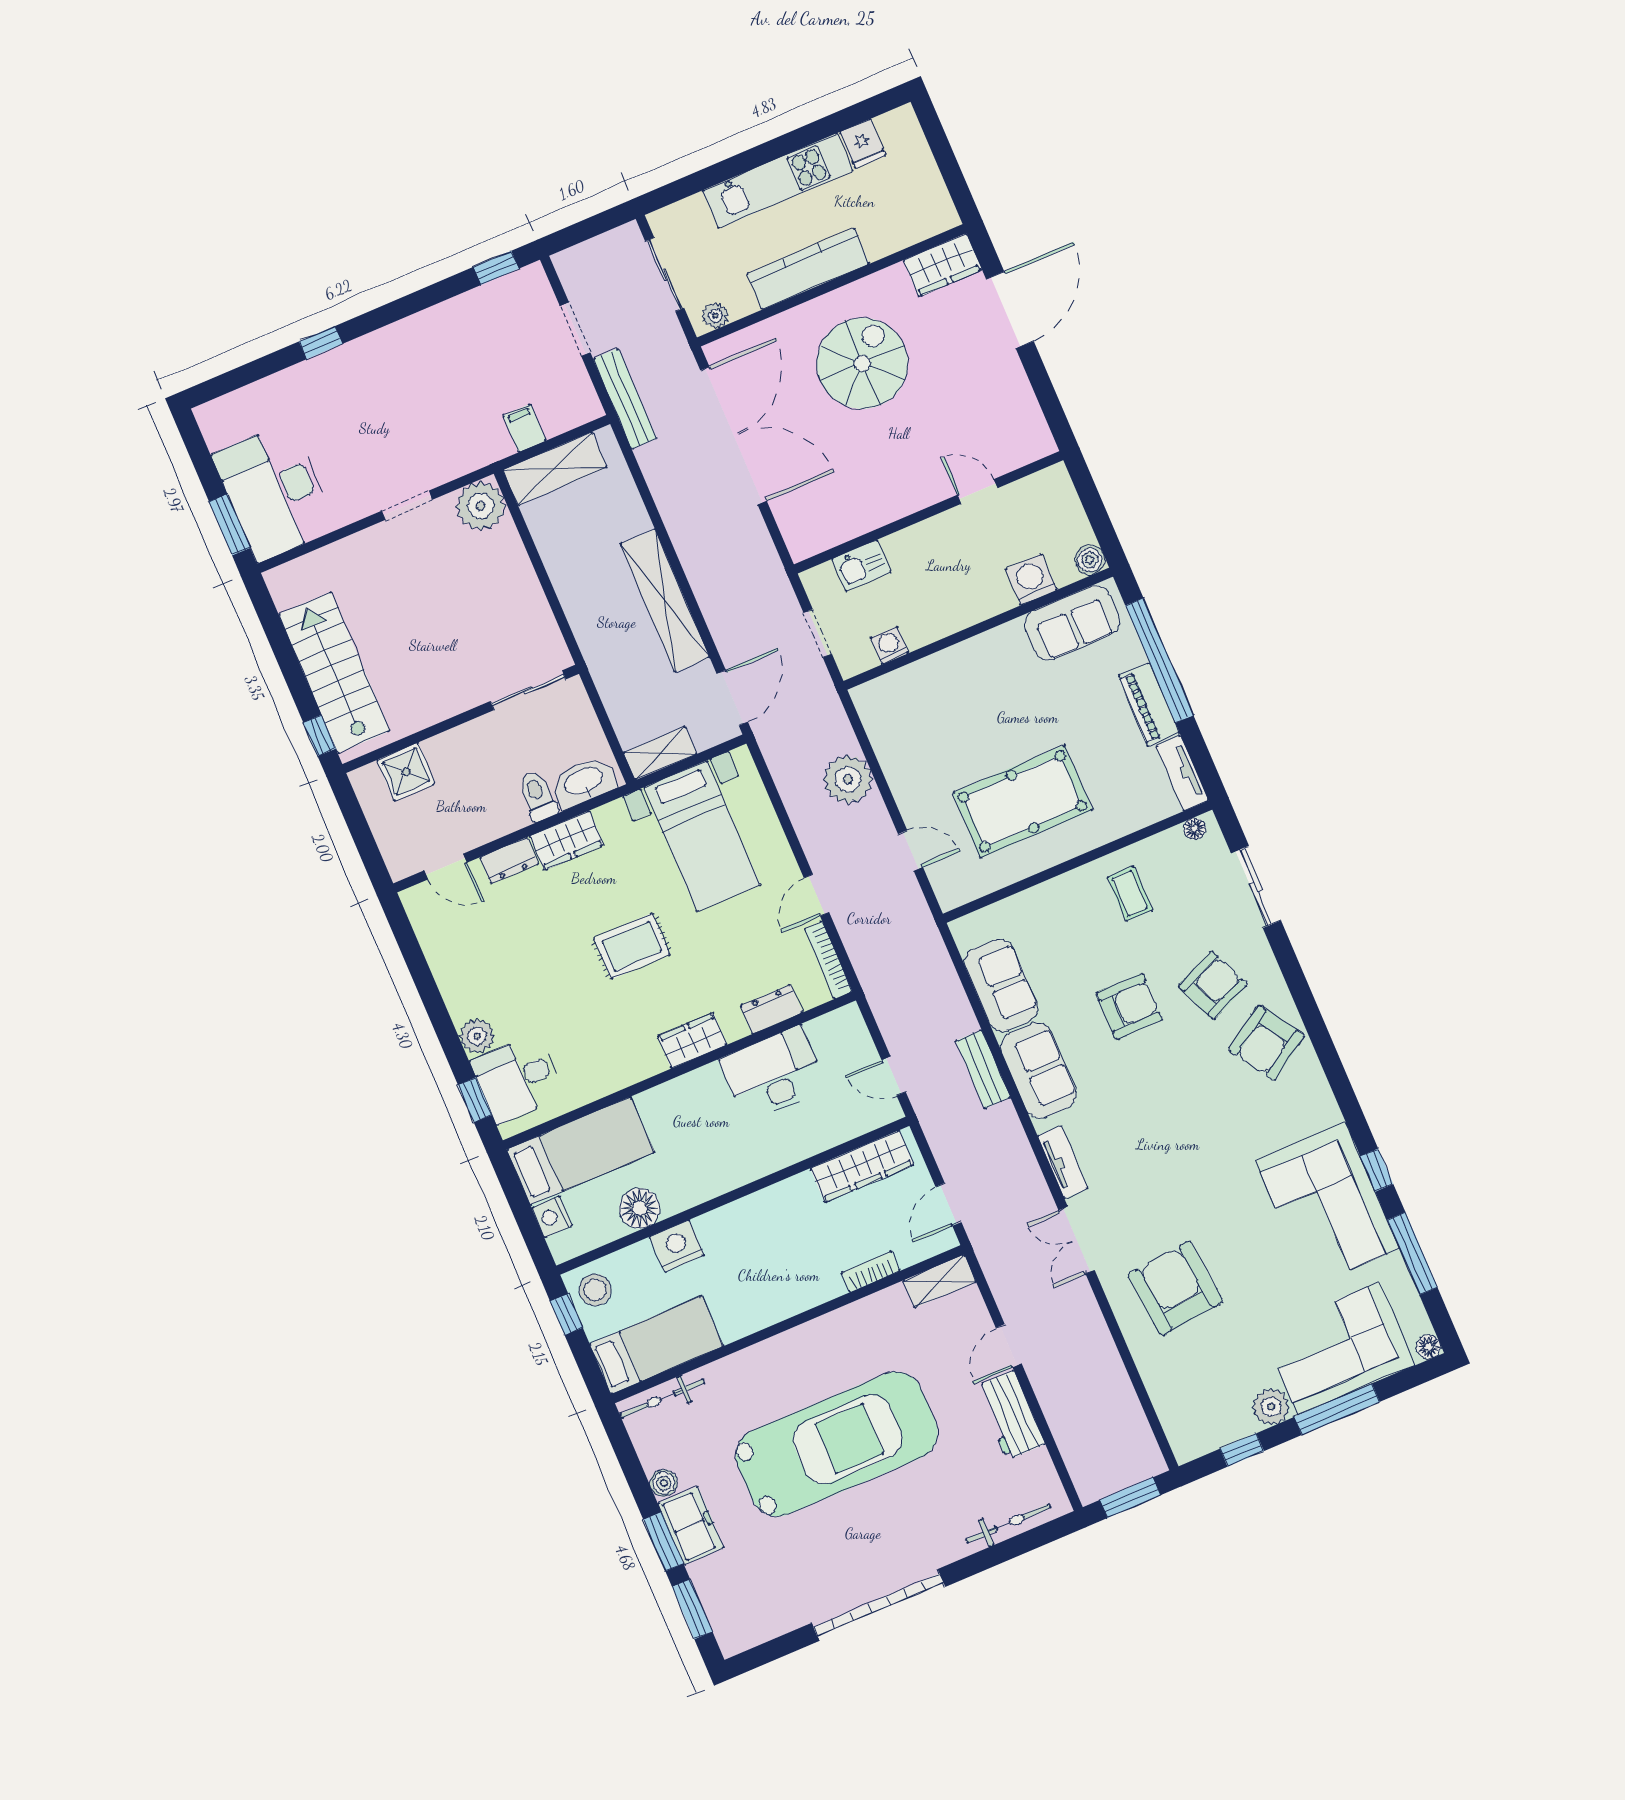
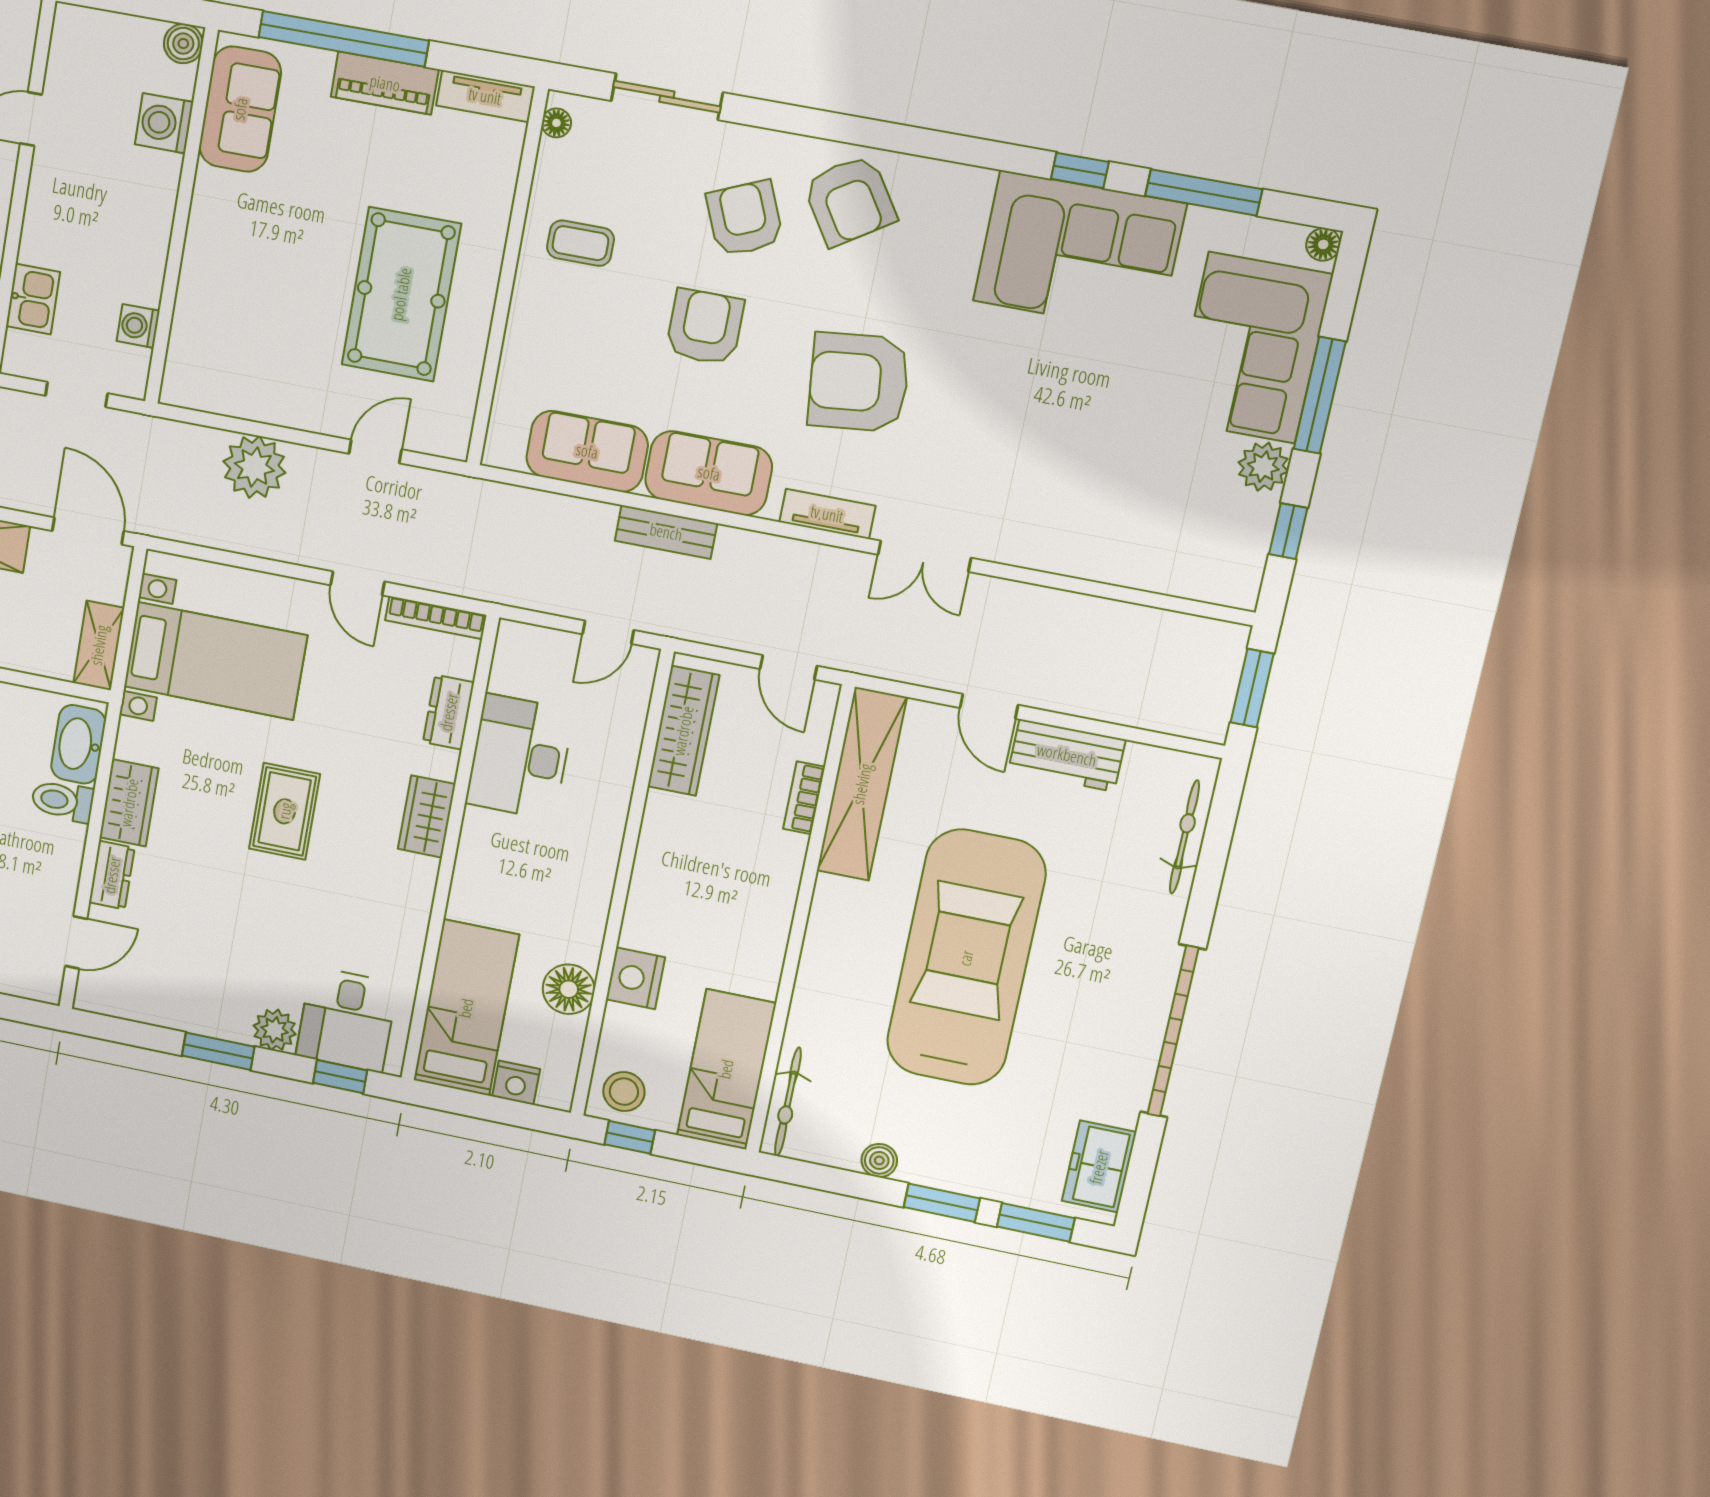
window: (436, 1009) -> (218, 1051), added
shelving: (939, 1281) -> (862, 784), width x2.20, depth x1.33
armchair: (1175, 1288) -> (859, 382), moved
freezer: (691, 1526) -> (1099, 1167), moved, turned -90

